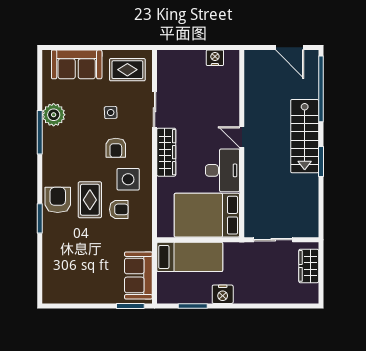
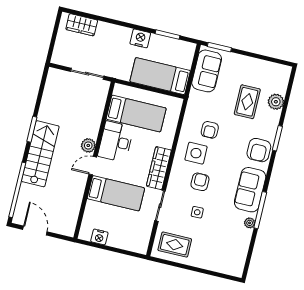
sofa: (77, 64) -> (250, 190), moved, turned -90
bed: (208, 112) -> (116, 193), added
plant: (54, 115) -> (250, 223), width x0.53, depth x0.53
door: (242, 137) -> (93, 166), swing flipped
plant: (252, 159) -> (88, 145), added
rug: (90, 200) -> (247, 102), moved
armchair: (119, 209) -> (210, 130), turned -90
bed: (207, 215) -> (136, 114), width x0.67
plant: (52, 259) -> (276, 102), added
wardrobe: (309, 266) -> (82, 25), moved, turned 90

